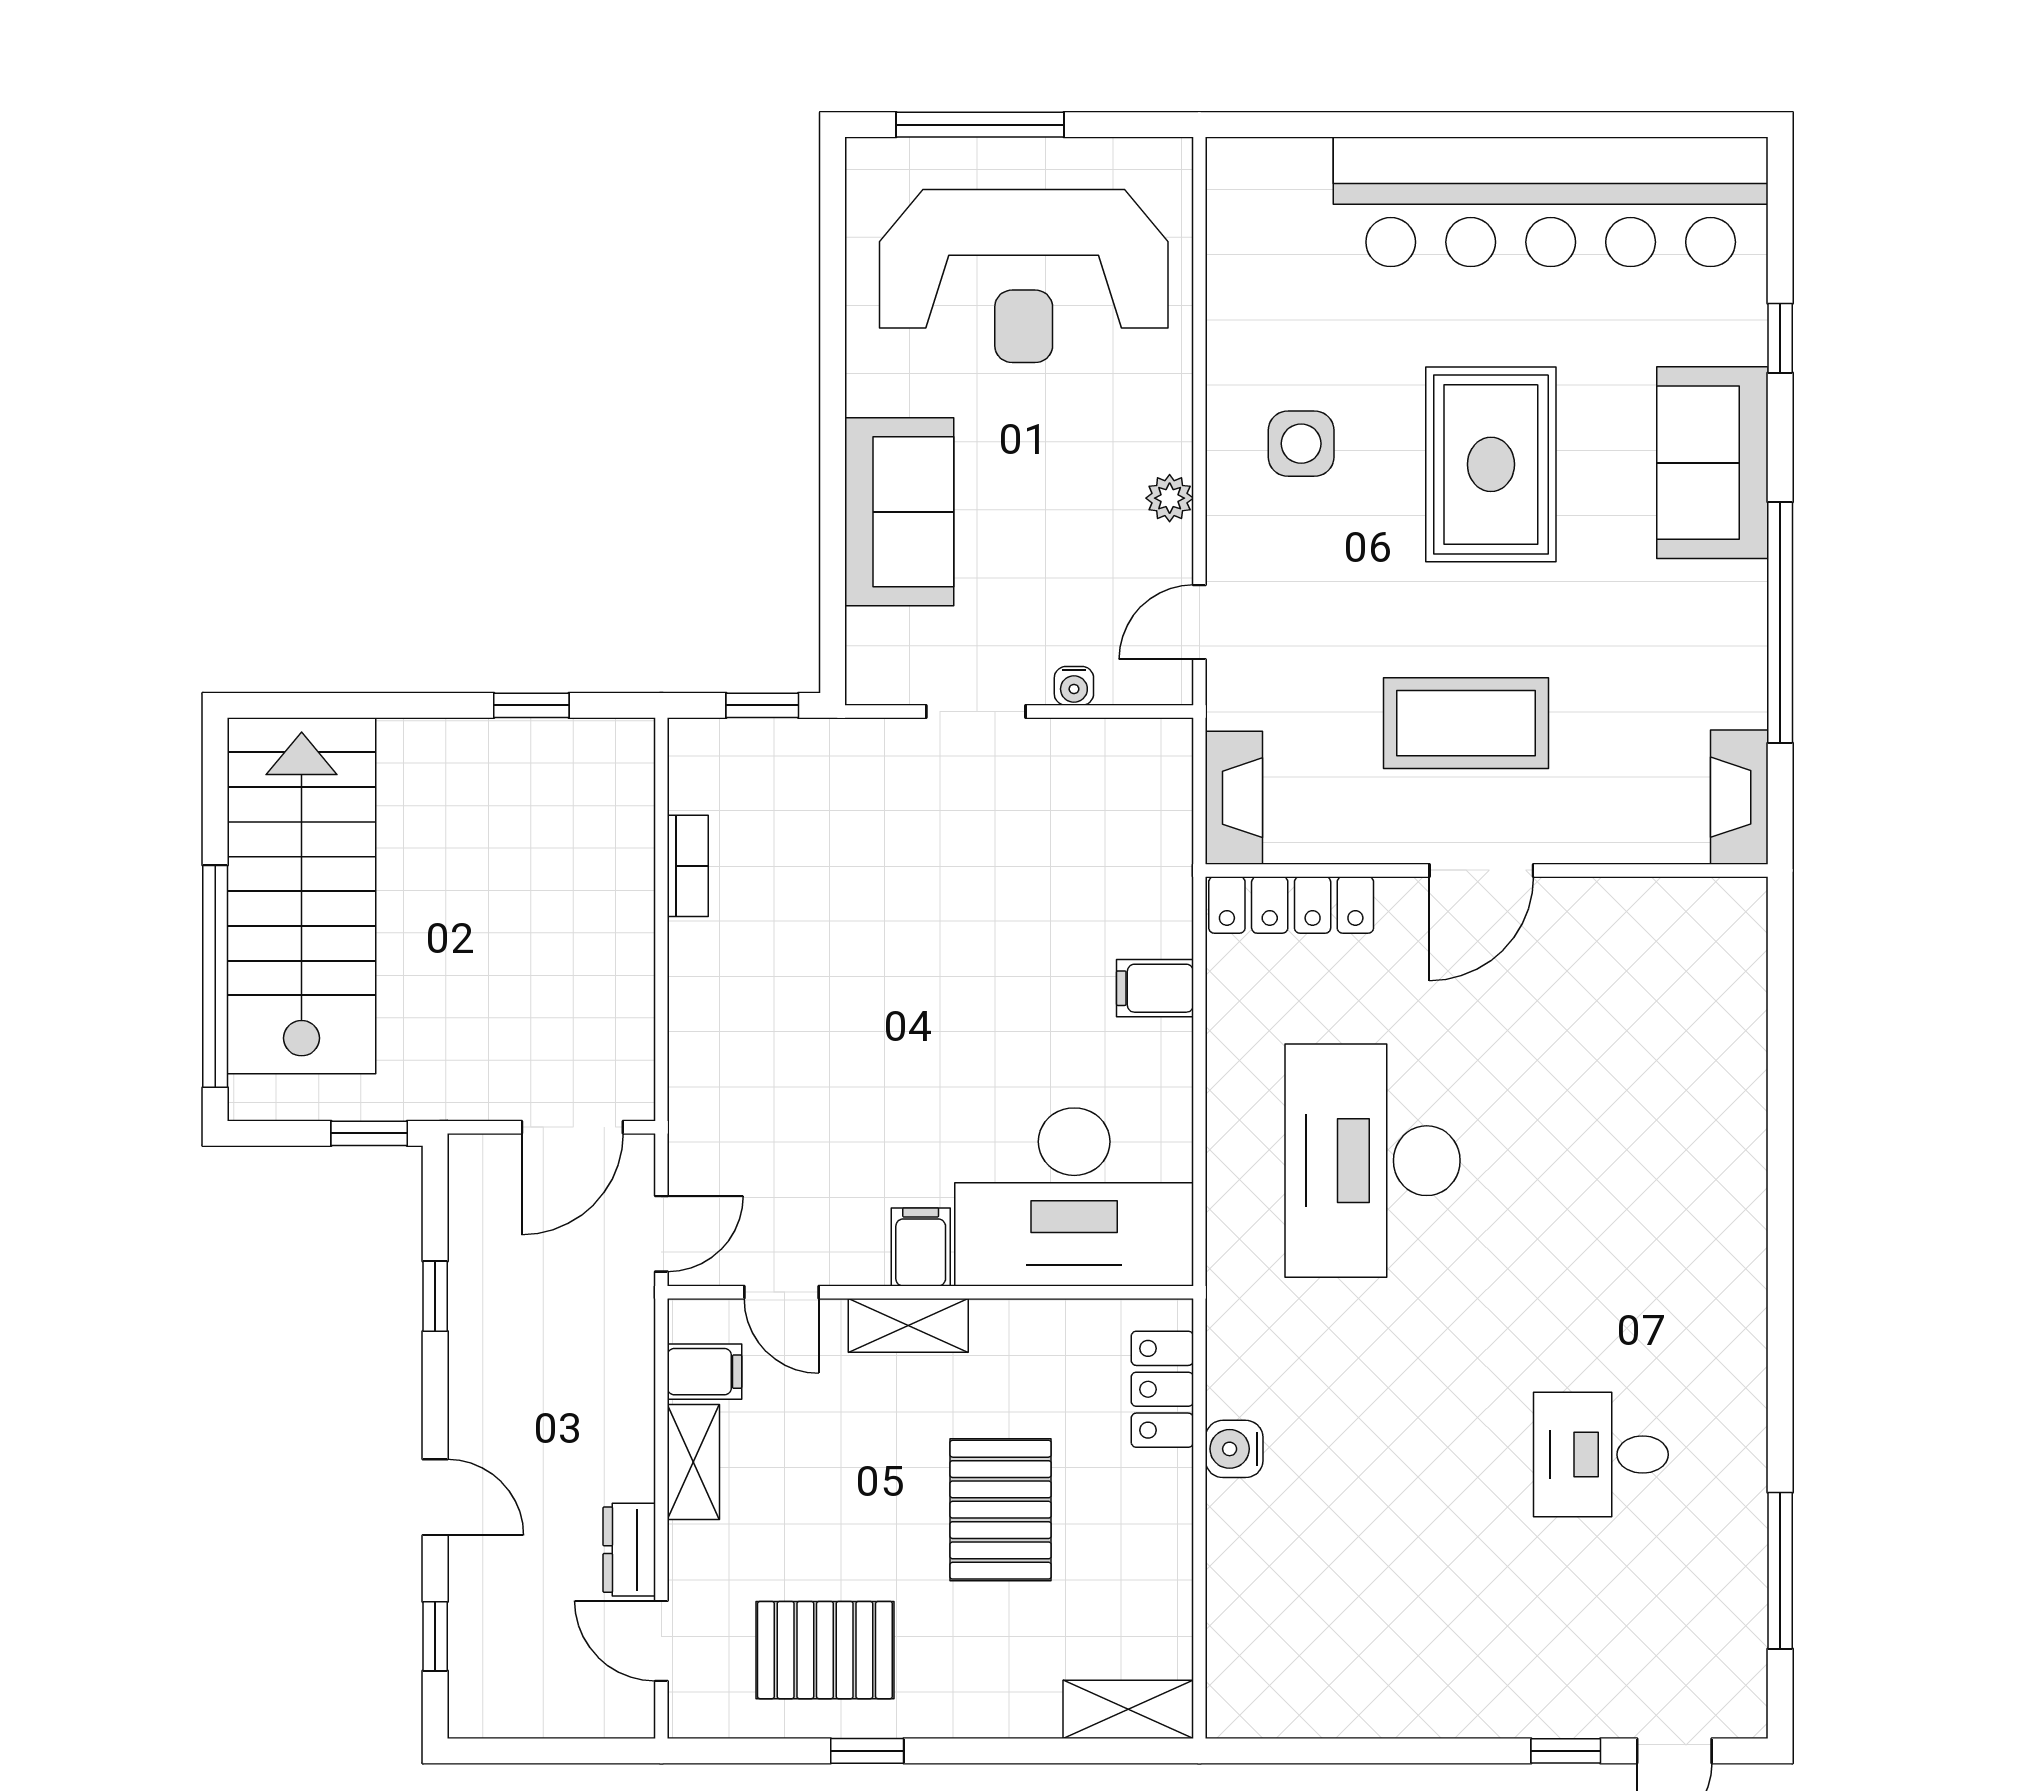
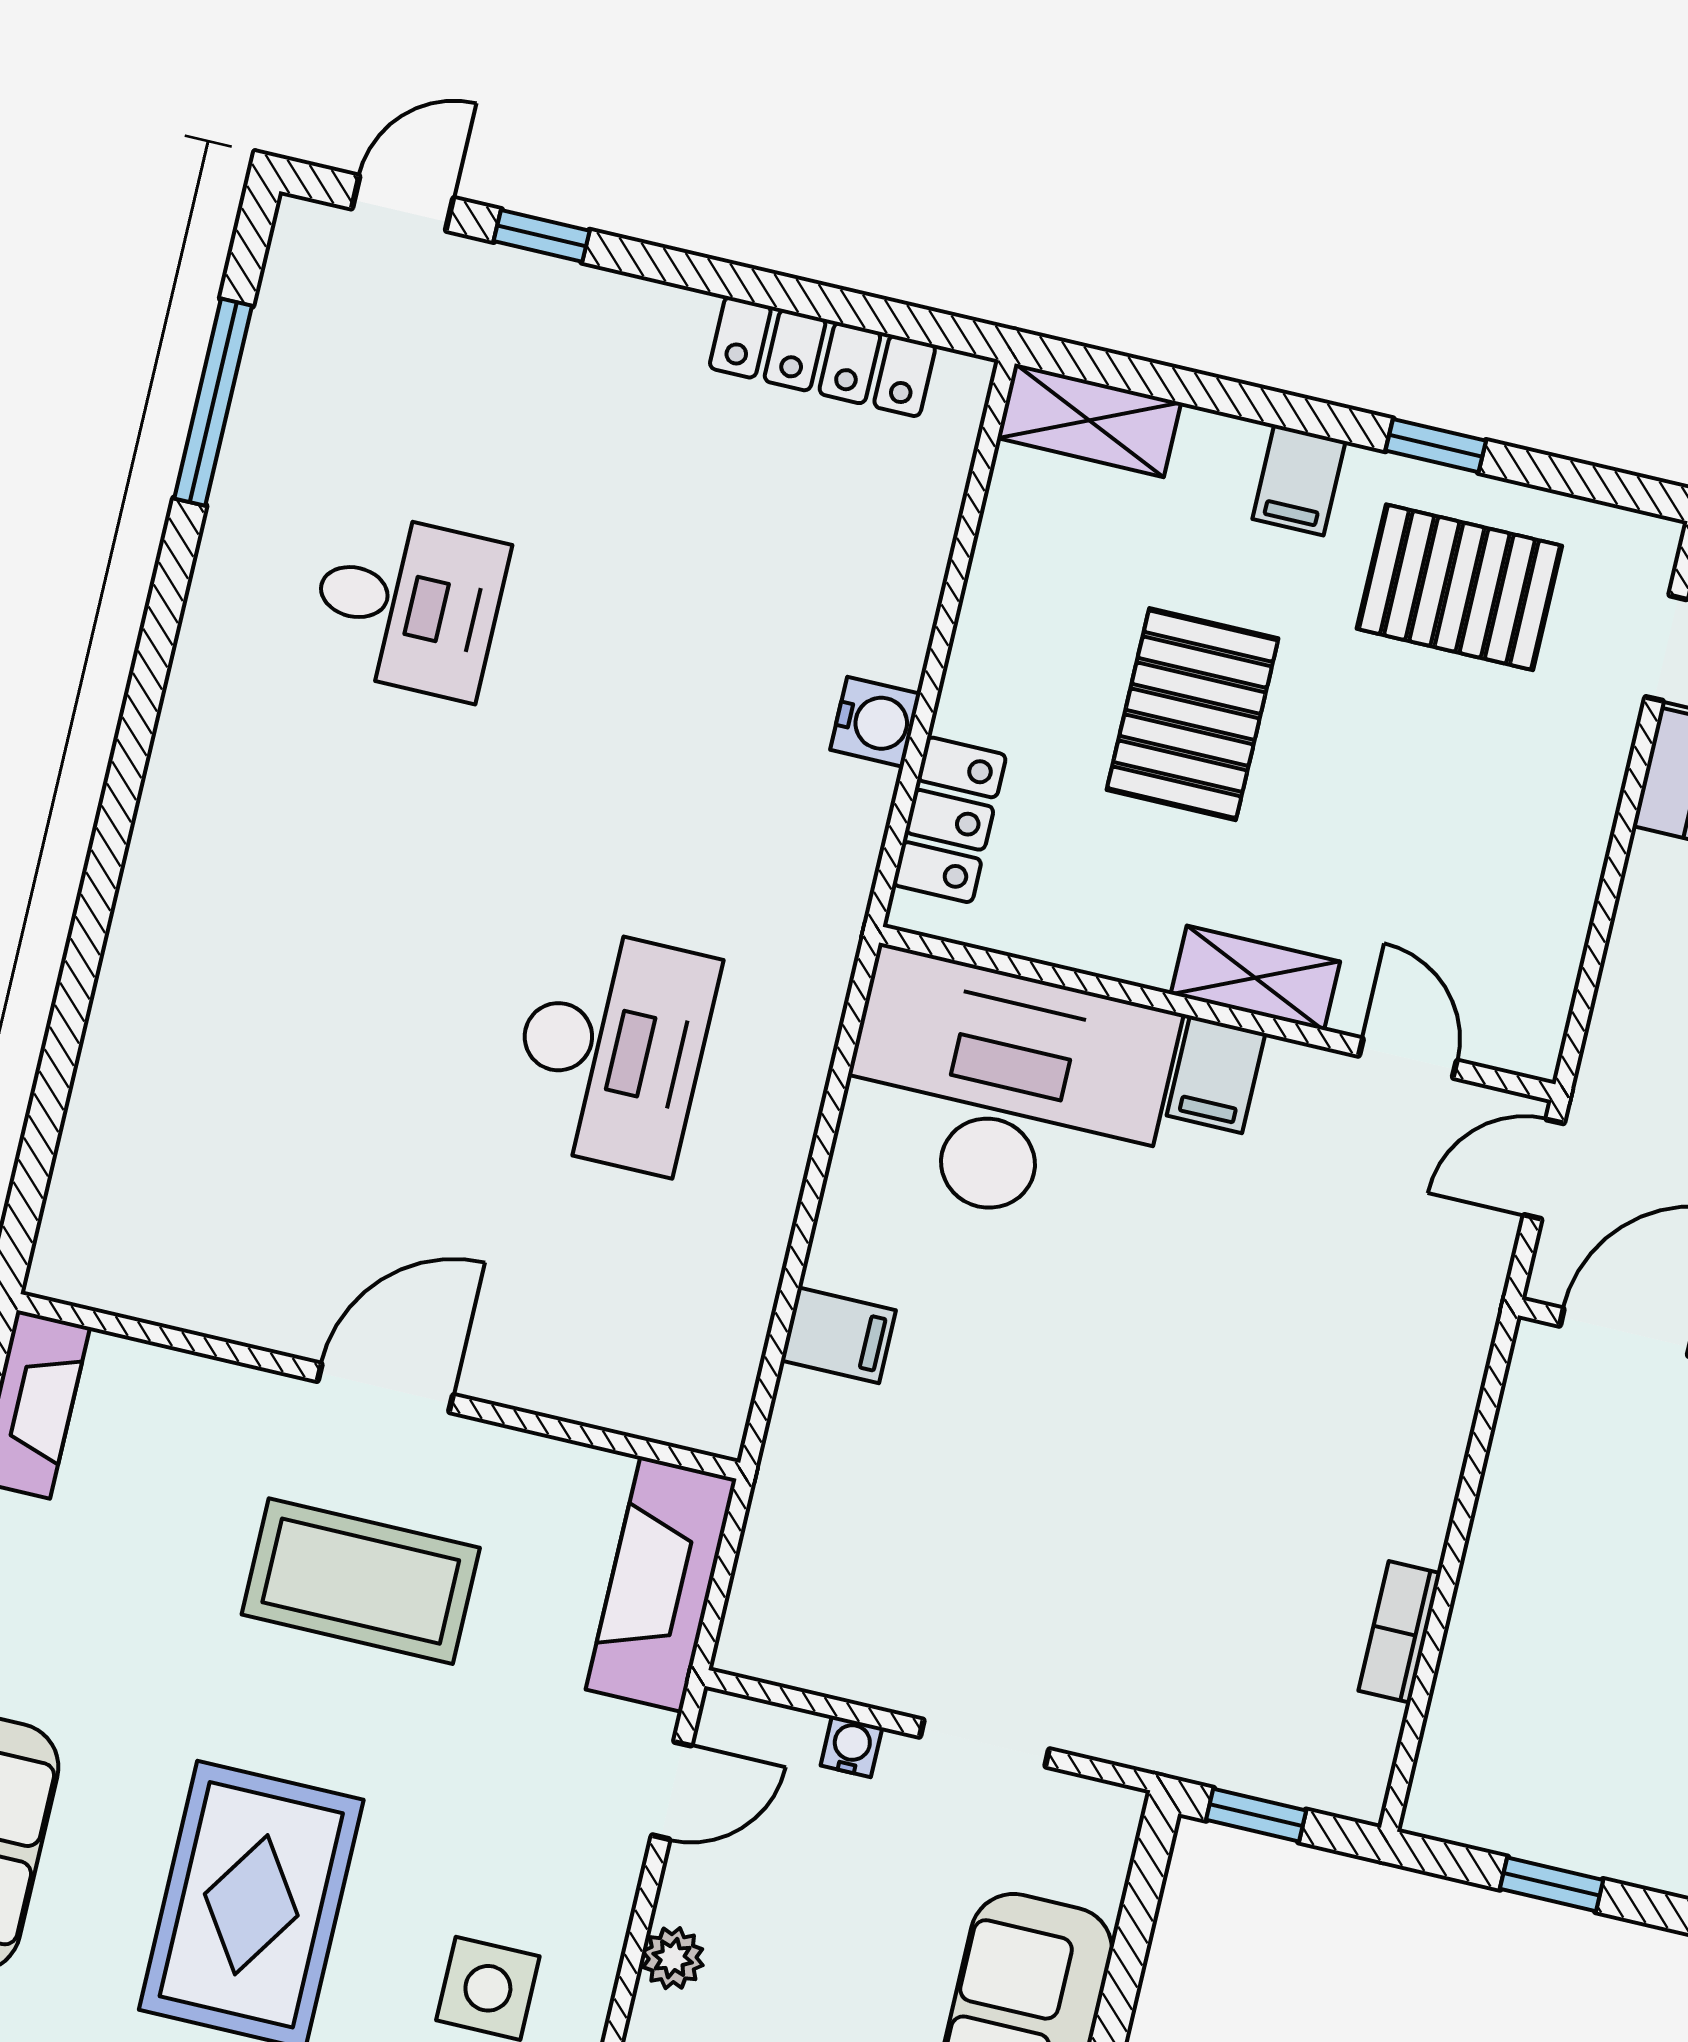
fireplace: (1234, 798) -> (661, 1584), width x1.37, depth x1.32
locker: (1291, 905) -> (822, 357), moved, turned 180
desk: (1373, 1161) -> (612, 1049), width x0.73, depth x0.77
filing cabinet: (704, 1372) -> (1299, 480), moved, turned -90
shelving: (693, 1462) -> (1571, 868), removed

